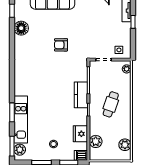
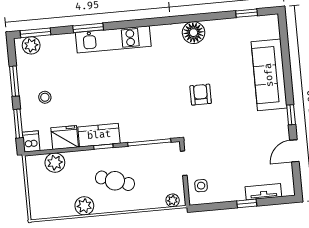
floor lamp: (21, 28) -> (194, 33), moved
kitchen counter: (81, 95) -> (99, 135), moved
kitchen unit: (21, 120) -> (113, 39), moved
plant: (125, 145) -> (84, 206), moved

